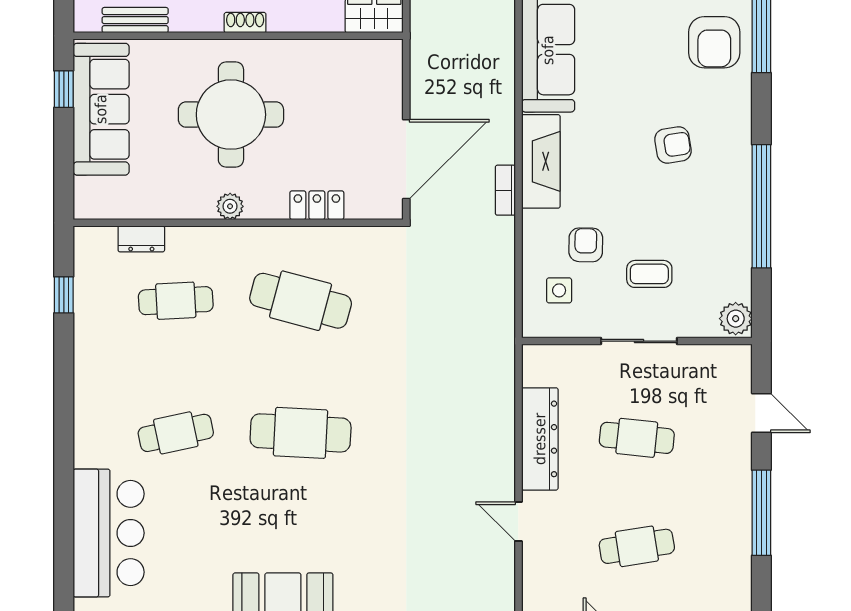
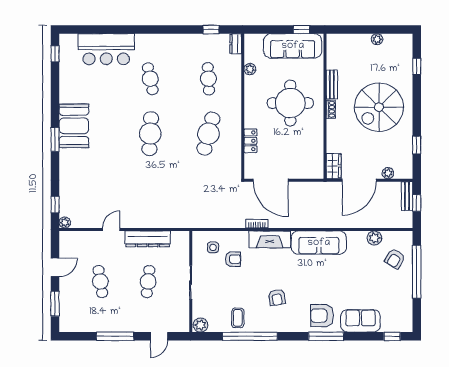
bench: (135, 20) -> (332, 84), moved
plant: (230, 206) -> (250, 69), moved
dresser: (141, 239) -> (236, 44), moved
coffee table: (649, 274) -> (238, 318), moved

